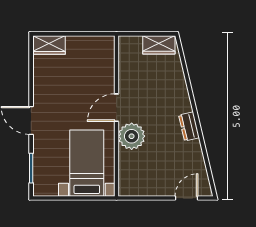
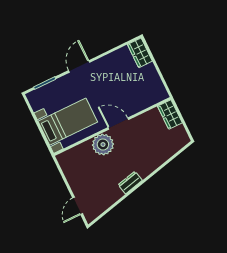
wardrobe: (159, 45) -> (170, 114), moved
door: (186, 198) -> (78, 206), swing flipped

